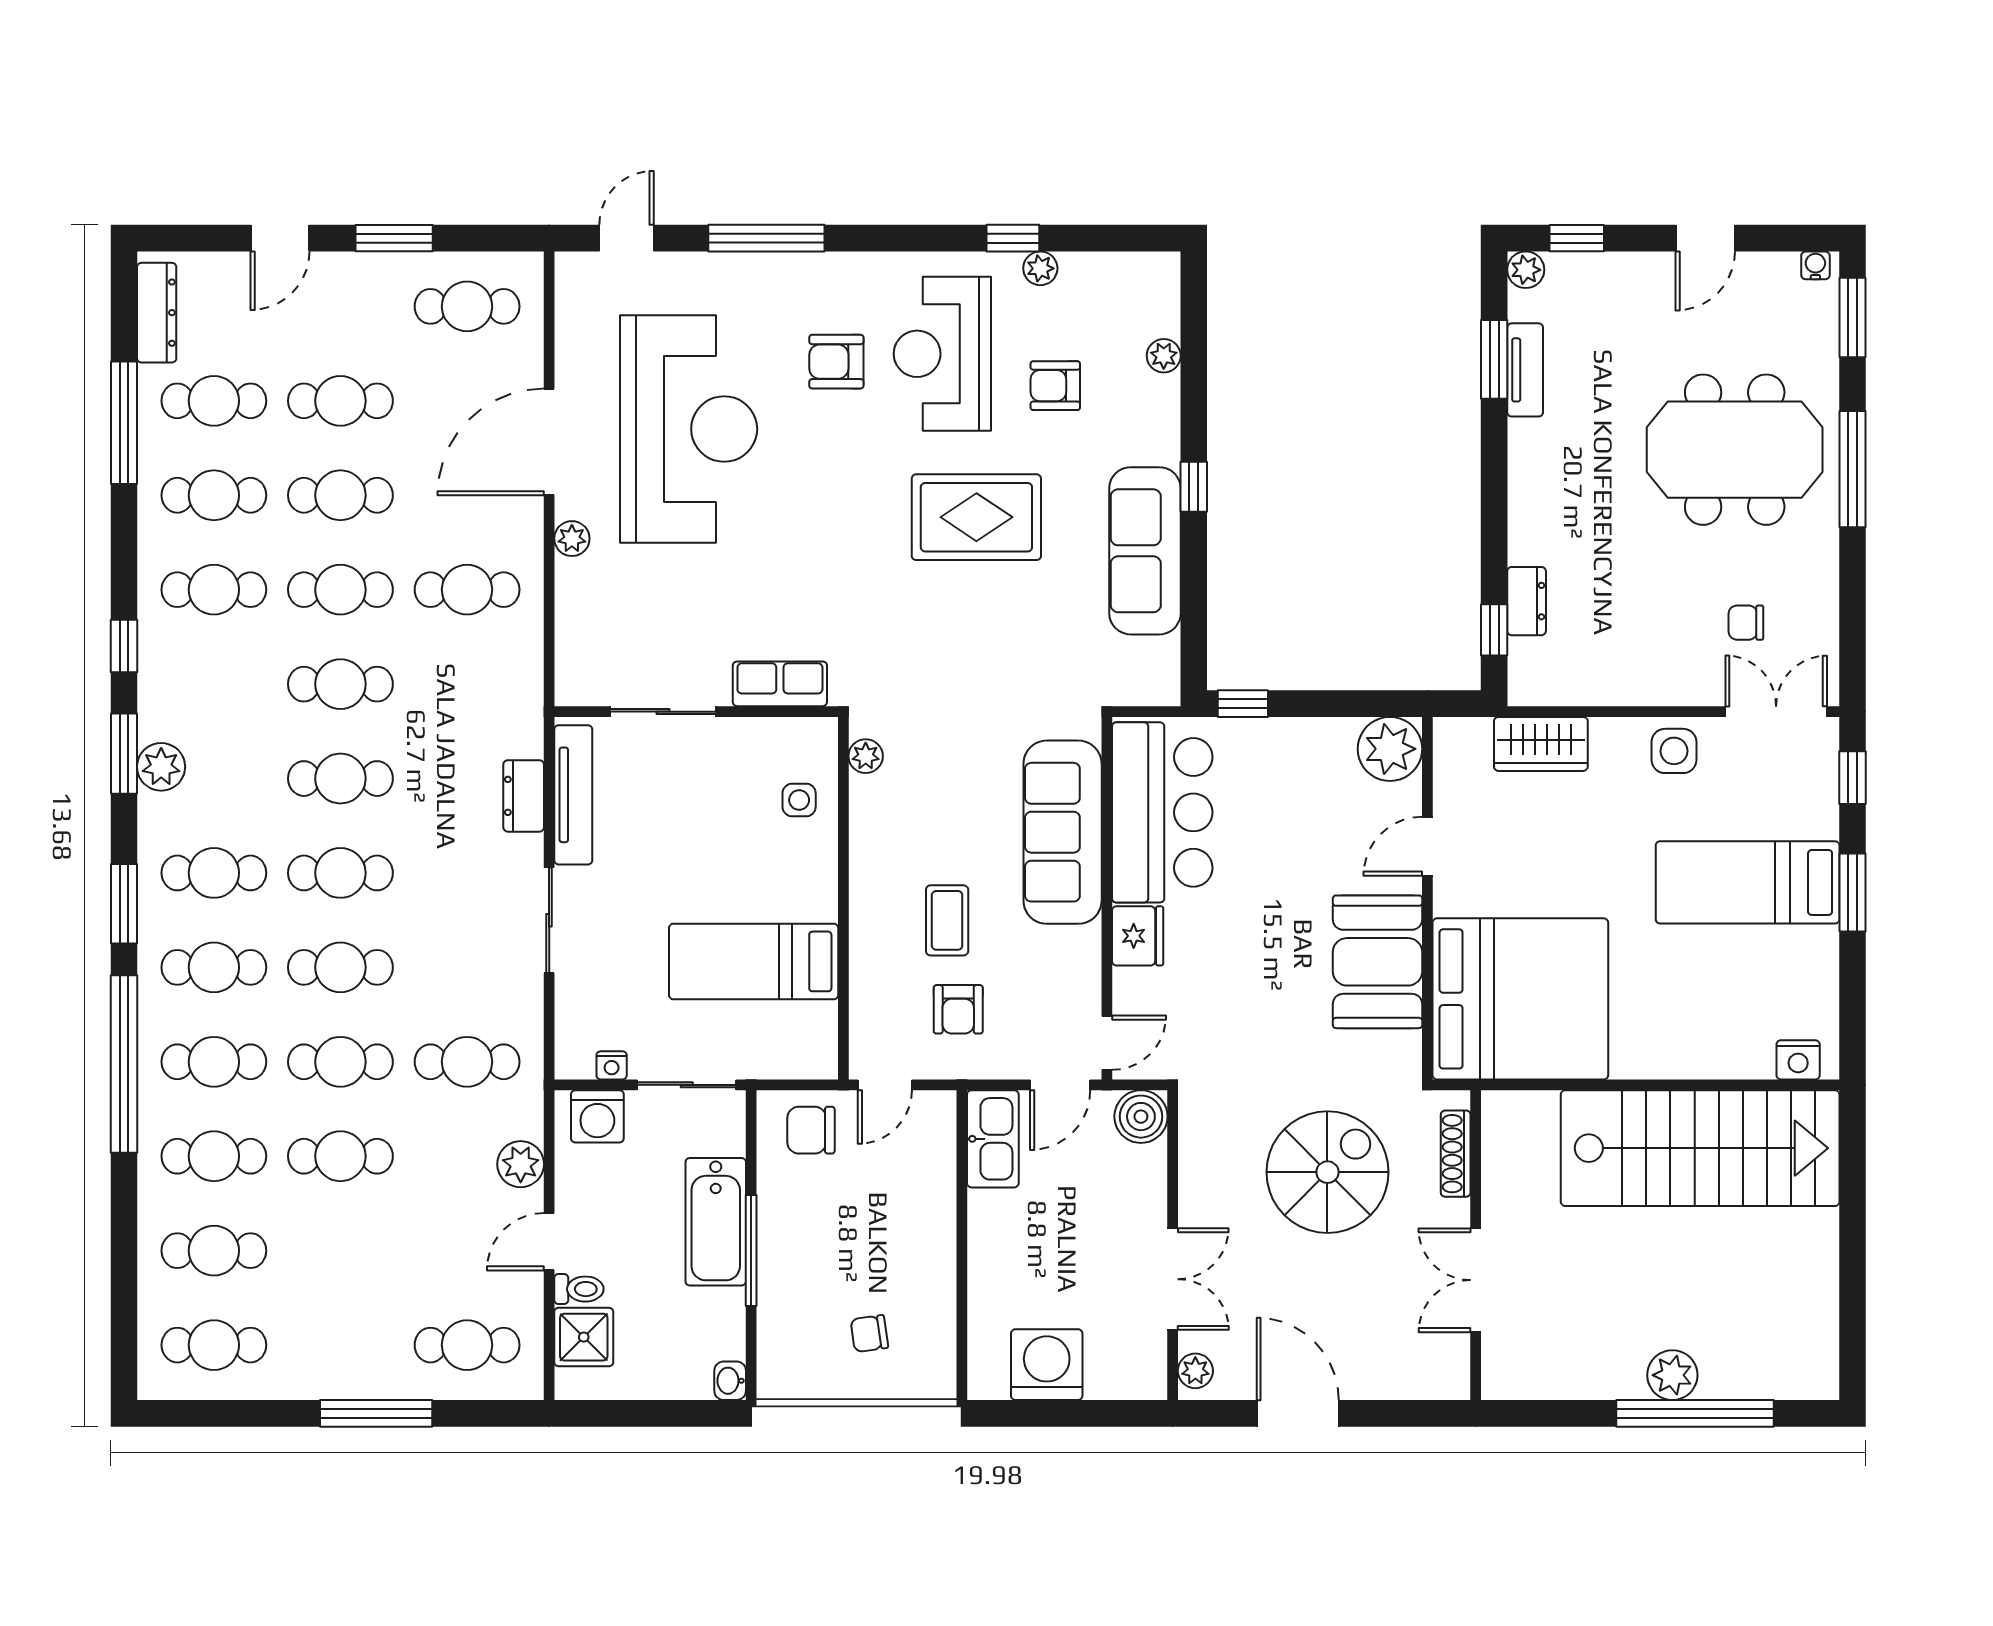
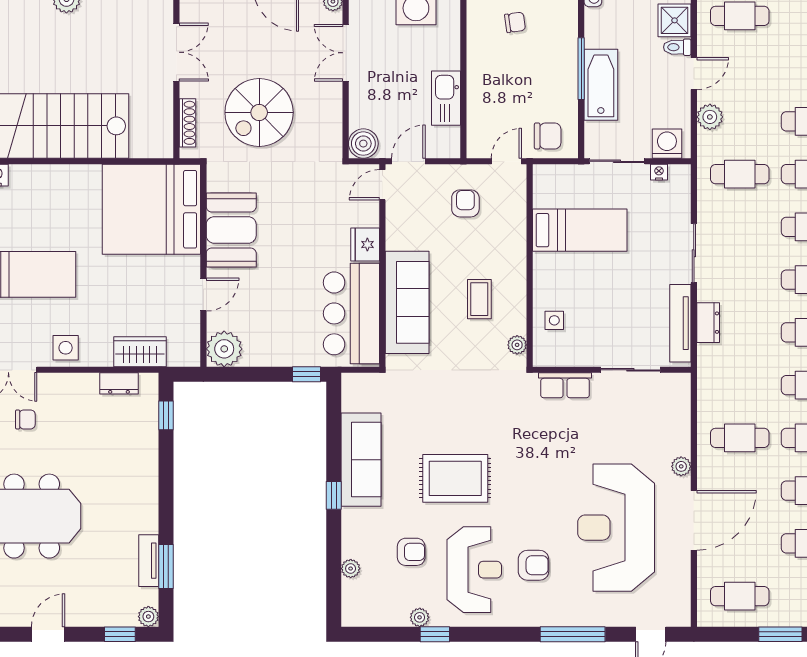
dresser: (1527, 601) -> (119, 383), moved, turned -90
coffee table: (947, 920) -> (479, 299), moved
kitchen sink: (993, 1139) -> (446, 98), moved

